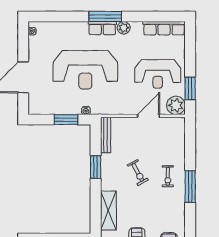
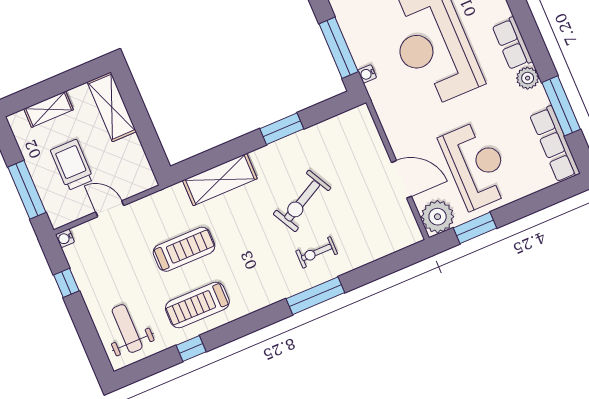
window: (105, 16) -> (561, 106), moved
reception desk: (158, 74) -> (476, 165), turned 180
window: (66, 120) -> (339, 48), width x1.44
bench: (106, 135) -> (341, 123), removed
exercise bike: (138, 172) -> (302, 201), width x1.38, depth x1.39

